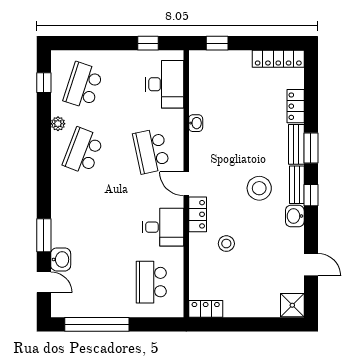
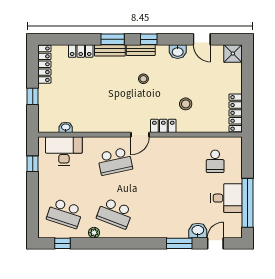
window: (217, 43) -> (33, 96), moved
washbasin: (196, 123) -> (66, 127), moved
stool: (259, 188) -> (143, 79), width x0.53, depth x0.53
washbasin: (295, 216) -> (178, 52), moved
desk: (163, 227) -> (226, 198), moved, turned 90
door: (311, 265) -> (202, 39), swing flipped
school desk: (151, 282) -> (215, 161), width x0.54
locker: (206, 309) -> (236, 113), width x1.53

